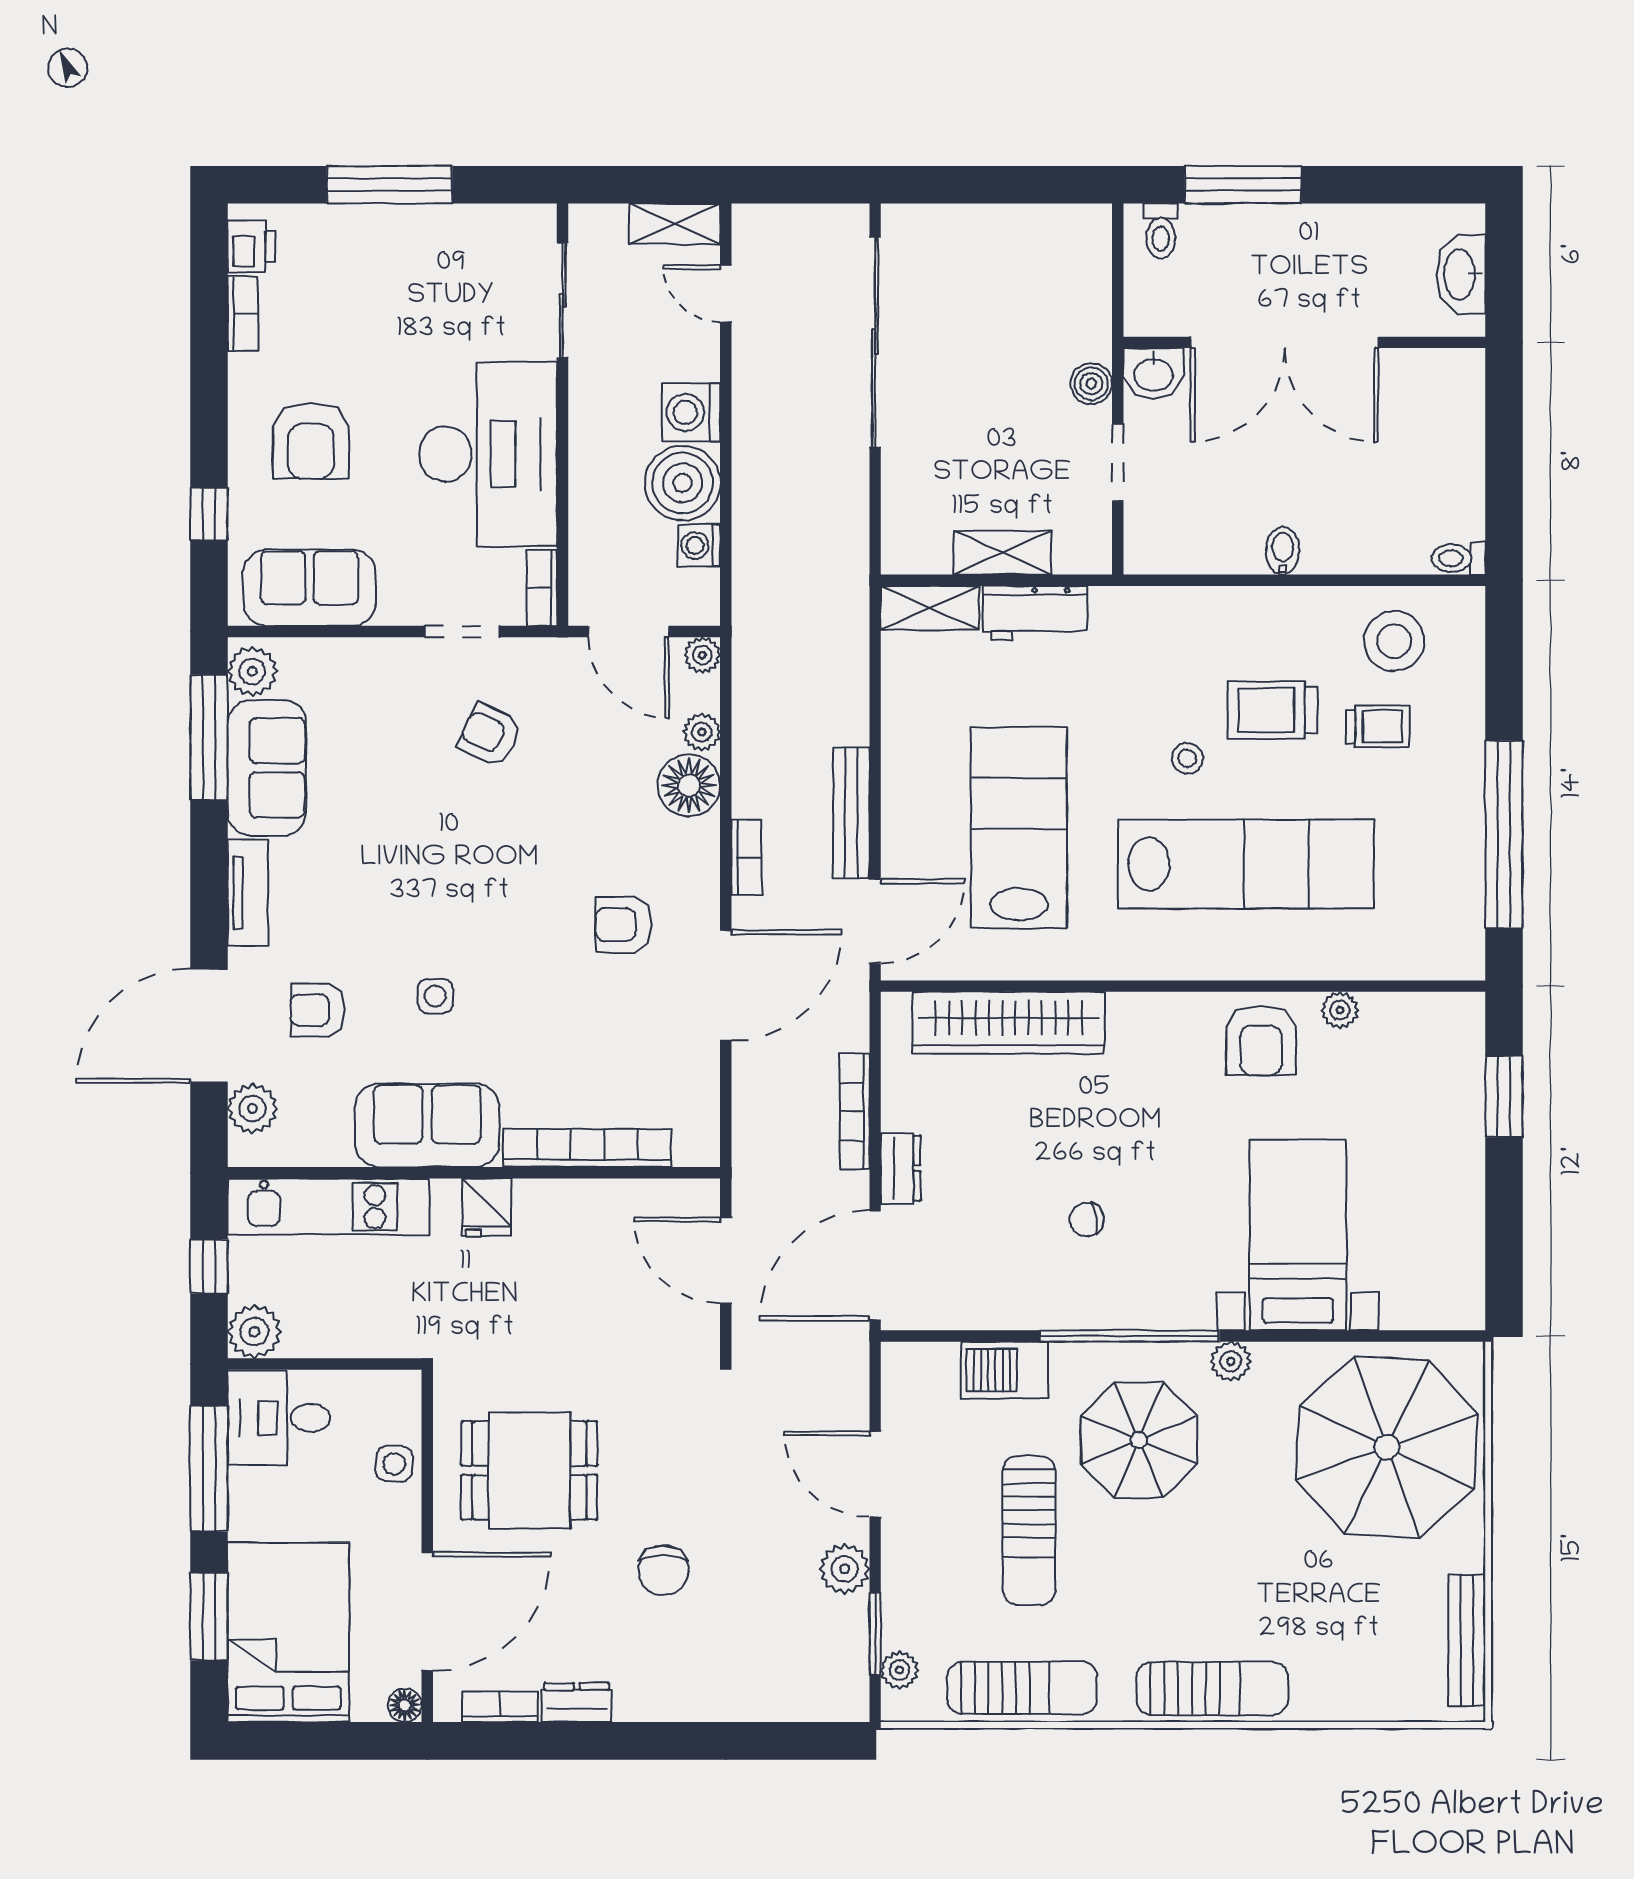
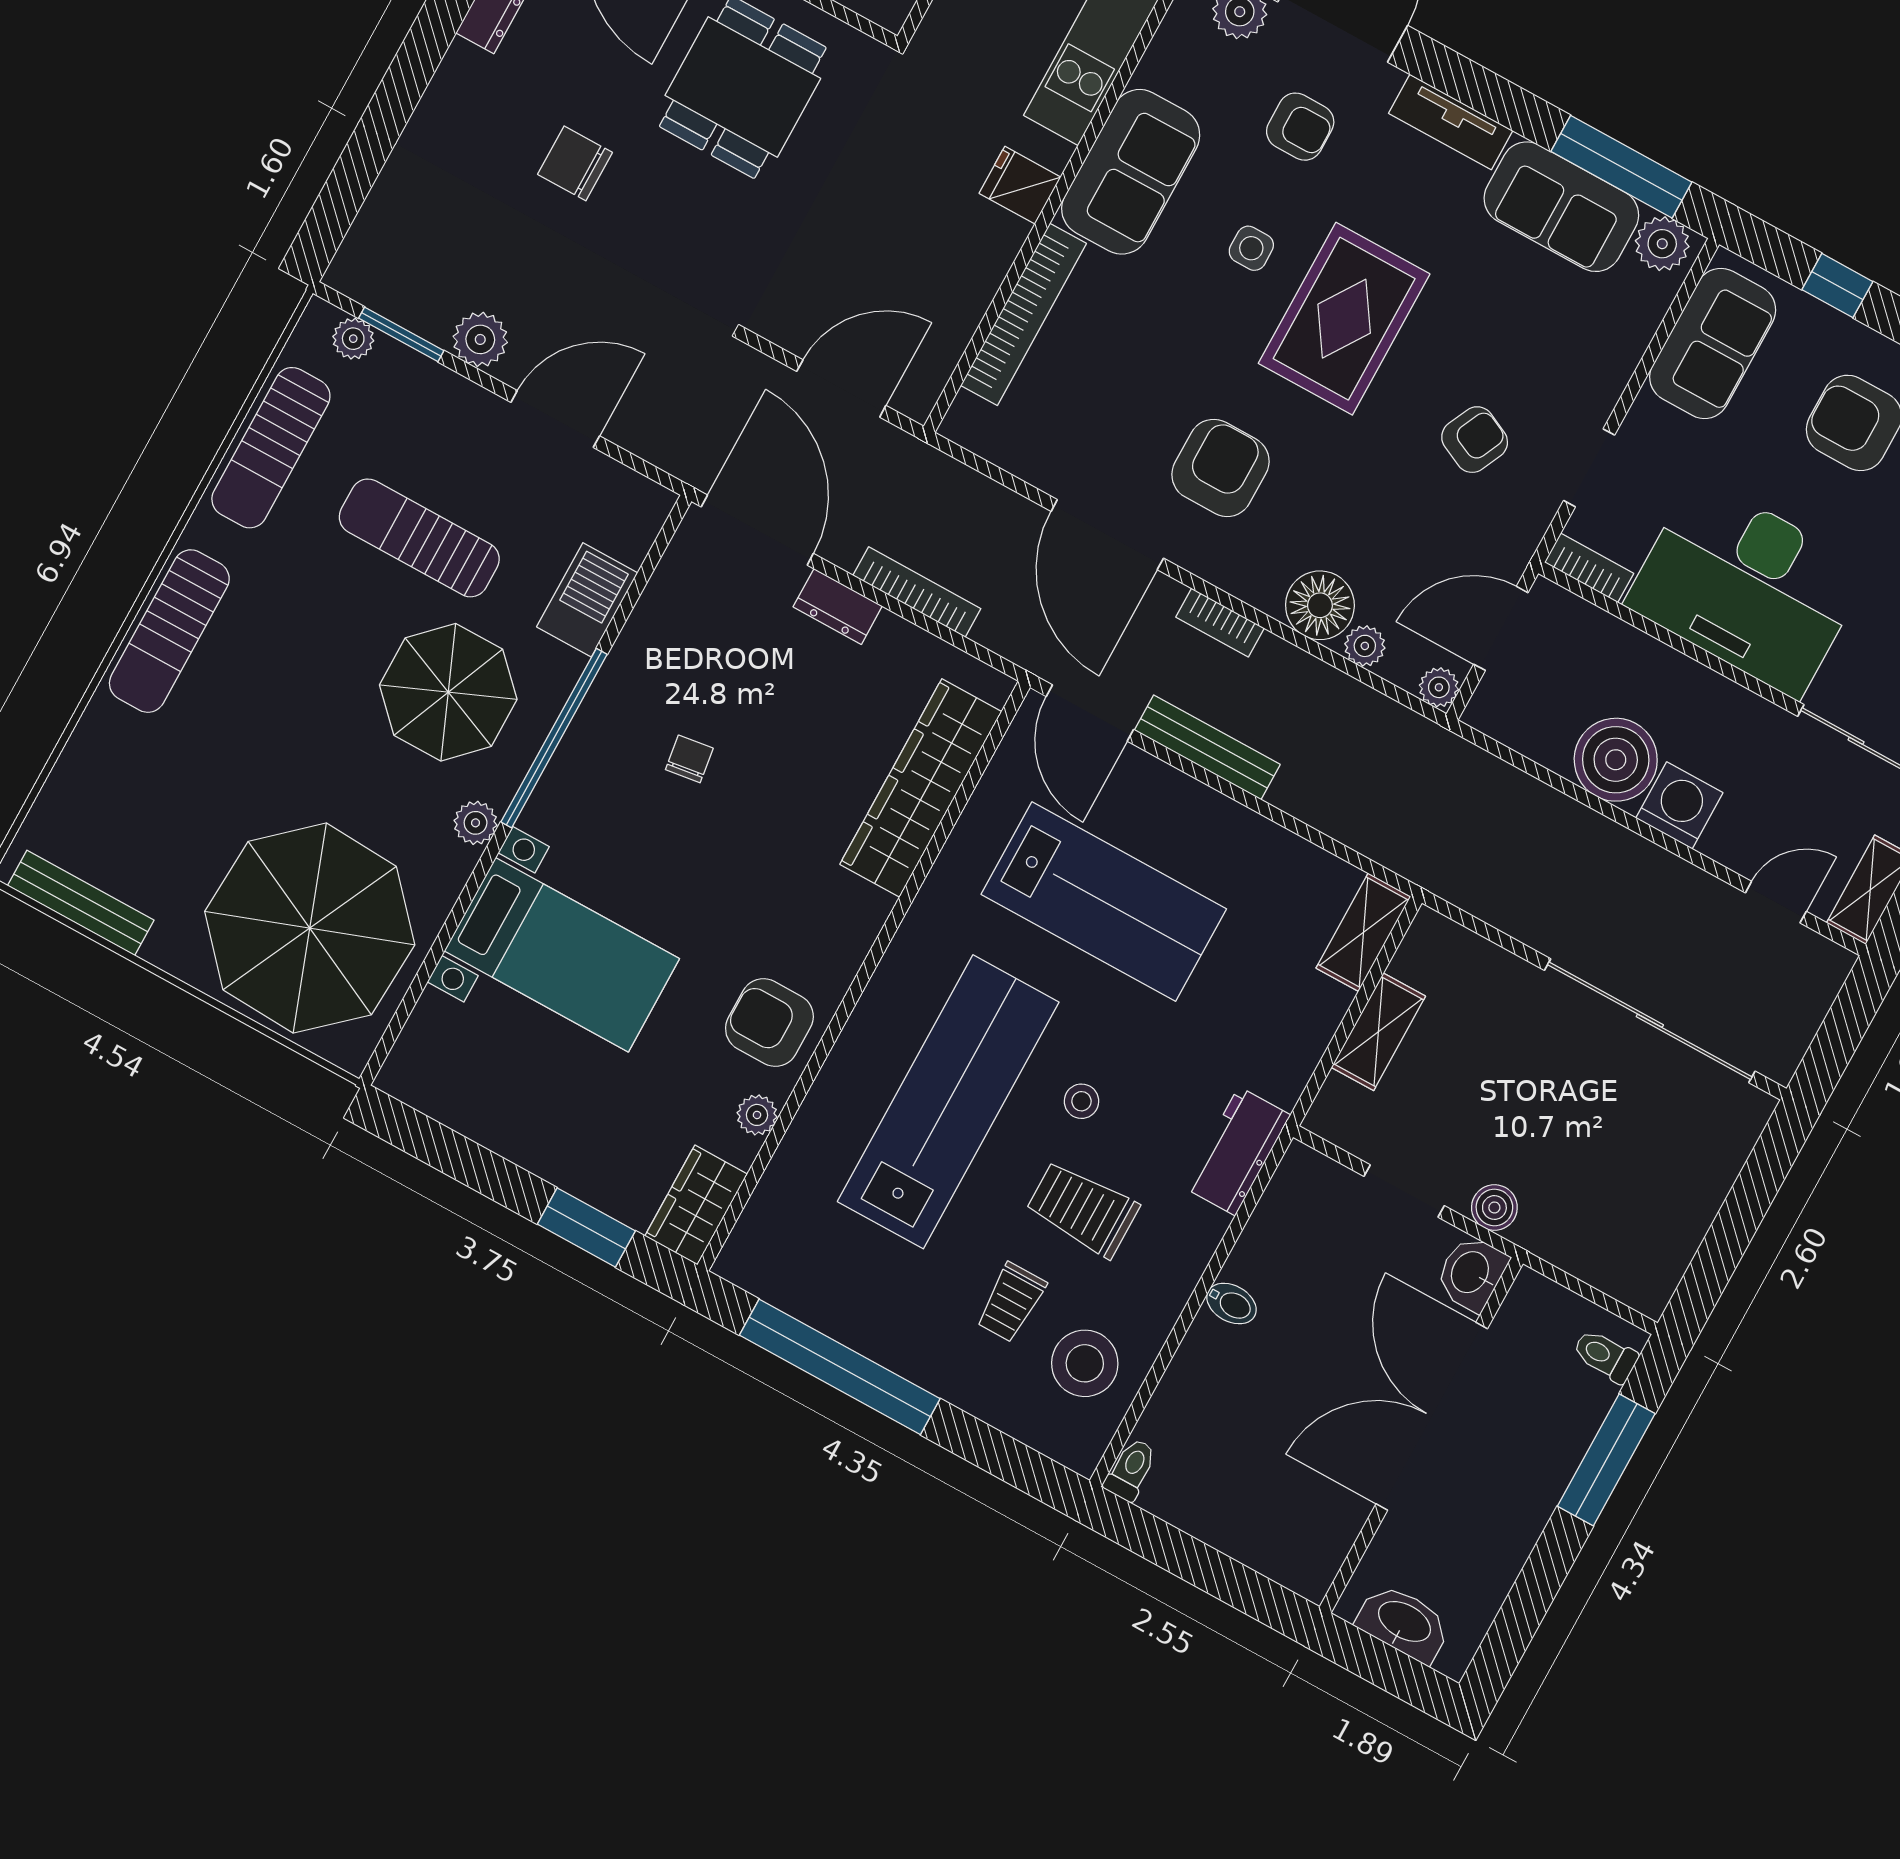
washing machine: (699, 545) -> (1547, 743), removed
workbench: (1035, 613) -> (1237, 1151), moved
trolley: (1272, 710) -> (1083, 1209), turned -90
lab bench: (1246, 864) -> (948, 1102), turned 180
rug: (451, 891) -> (1344, 319), added
armchair: (623, 925) -> (1220, 468), width x1.38, depth x1.38
armchair: (317, 1010) -> (1300, 127), turned 90
wardrobe: (1438, 1019) -> (696, 1205), added

